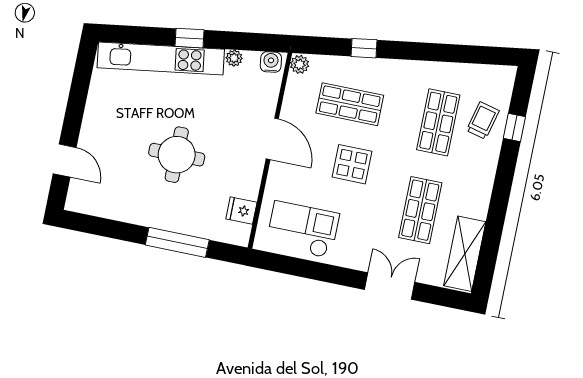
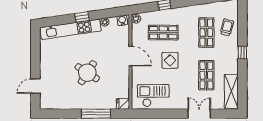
window: (514, 127) -> (242, 52), moved
round table: (177, 155) -> (87, 73), turned 33
door: (65, 161) -> (35, 86), swing flipped
fridge: (241, 211) -> (123, 104), moved

